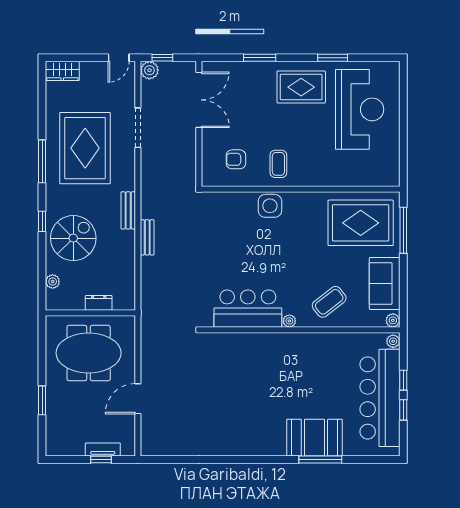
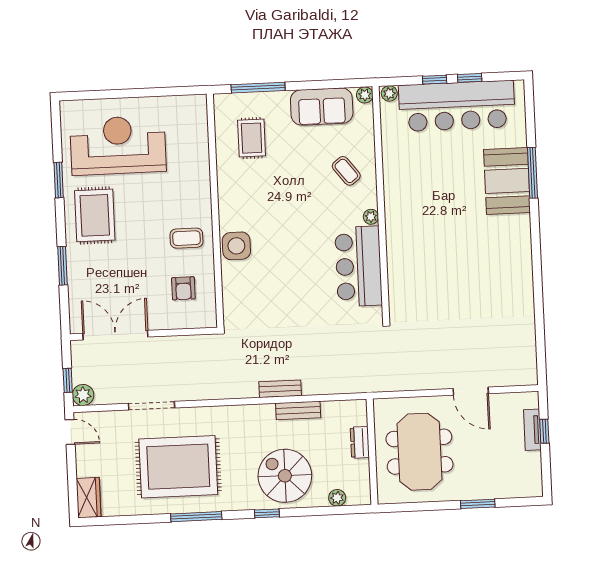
bench: (128, 210) -> (298, 410), moved
rug: (361, 223) -> (252, 138), width x0.54, depth x0.49
coffee table: (329, 302) -> (346, 171), width x0.73, depth x0.77

